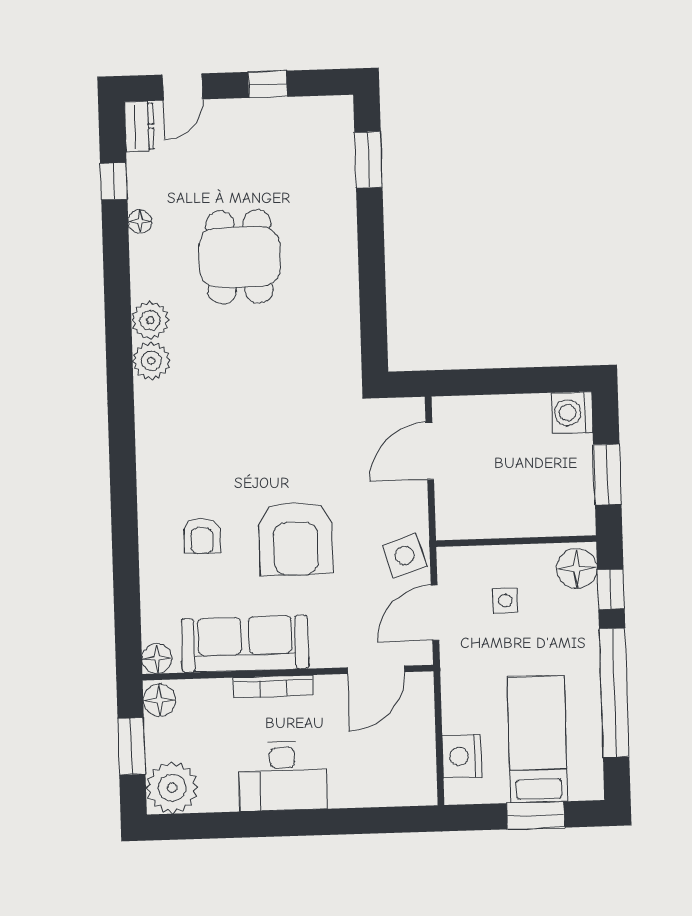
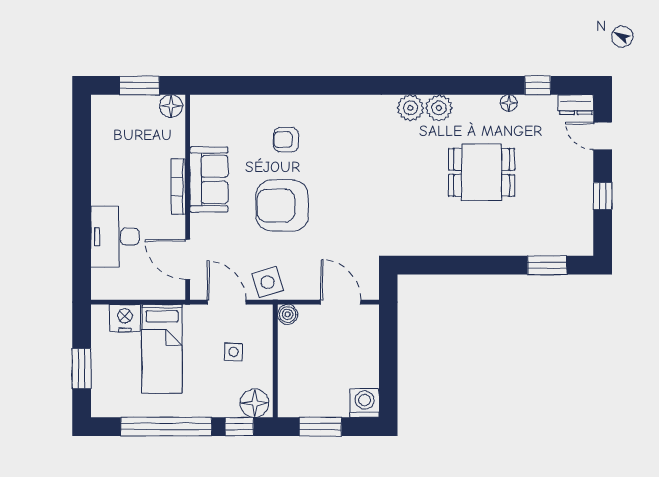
boiler: (450, 526) -> (288, 314), added
sofa: (245, 644) -> (209, 179), width x0.73
floor lamp: (157, 659) -> (200, 105), removed
bed: (537, 739) -> (162, 349), moved, turned 90
desk: (283, 776) -> (115, 237), moved
plant: (172, 788) -> (109, 113), removed

